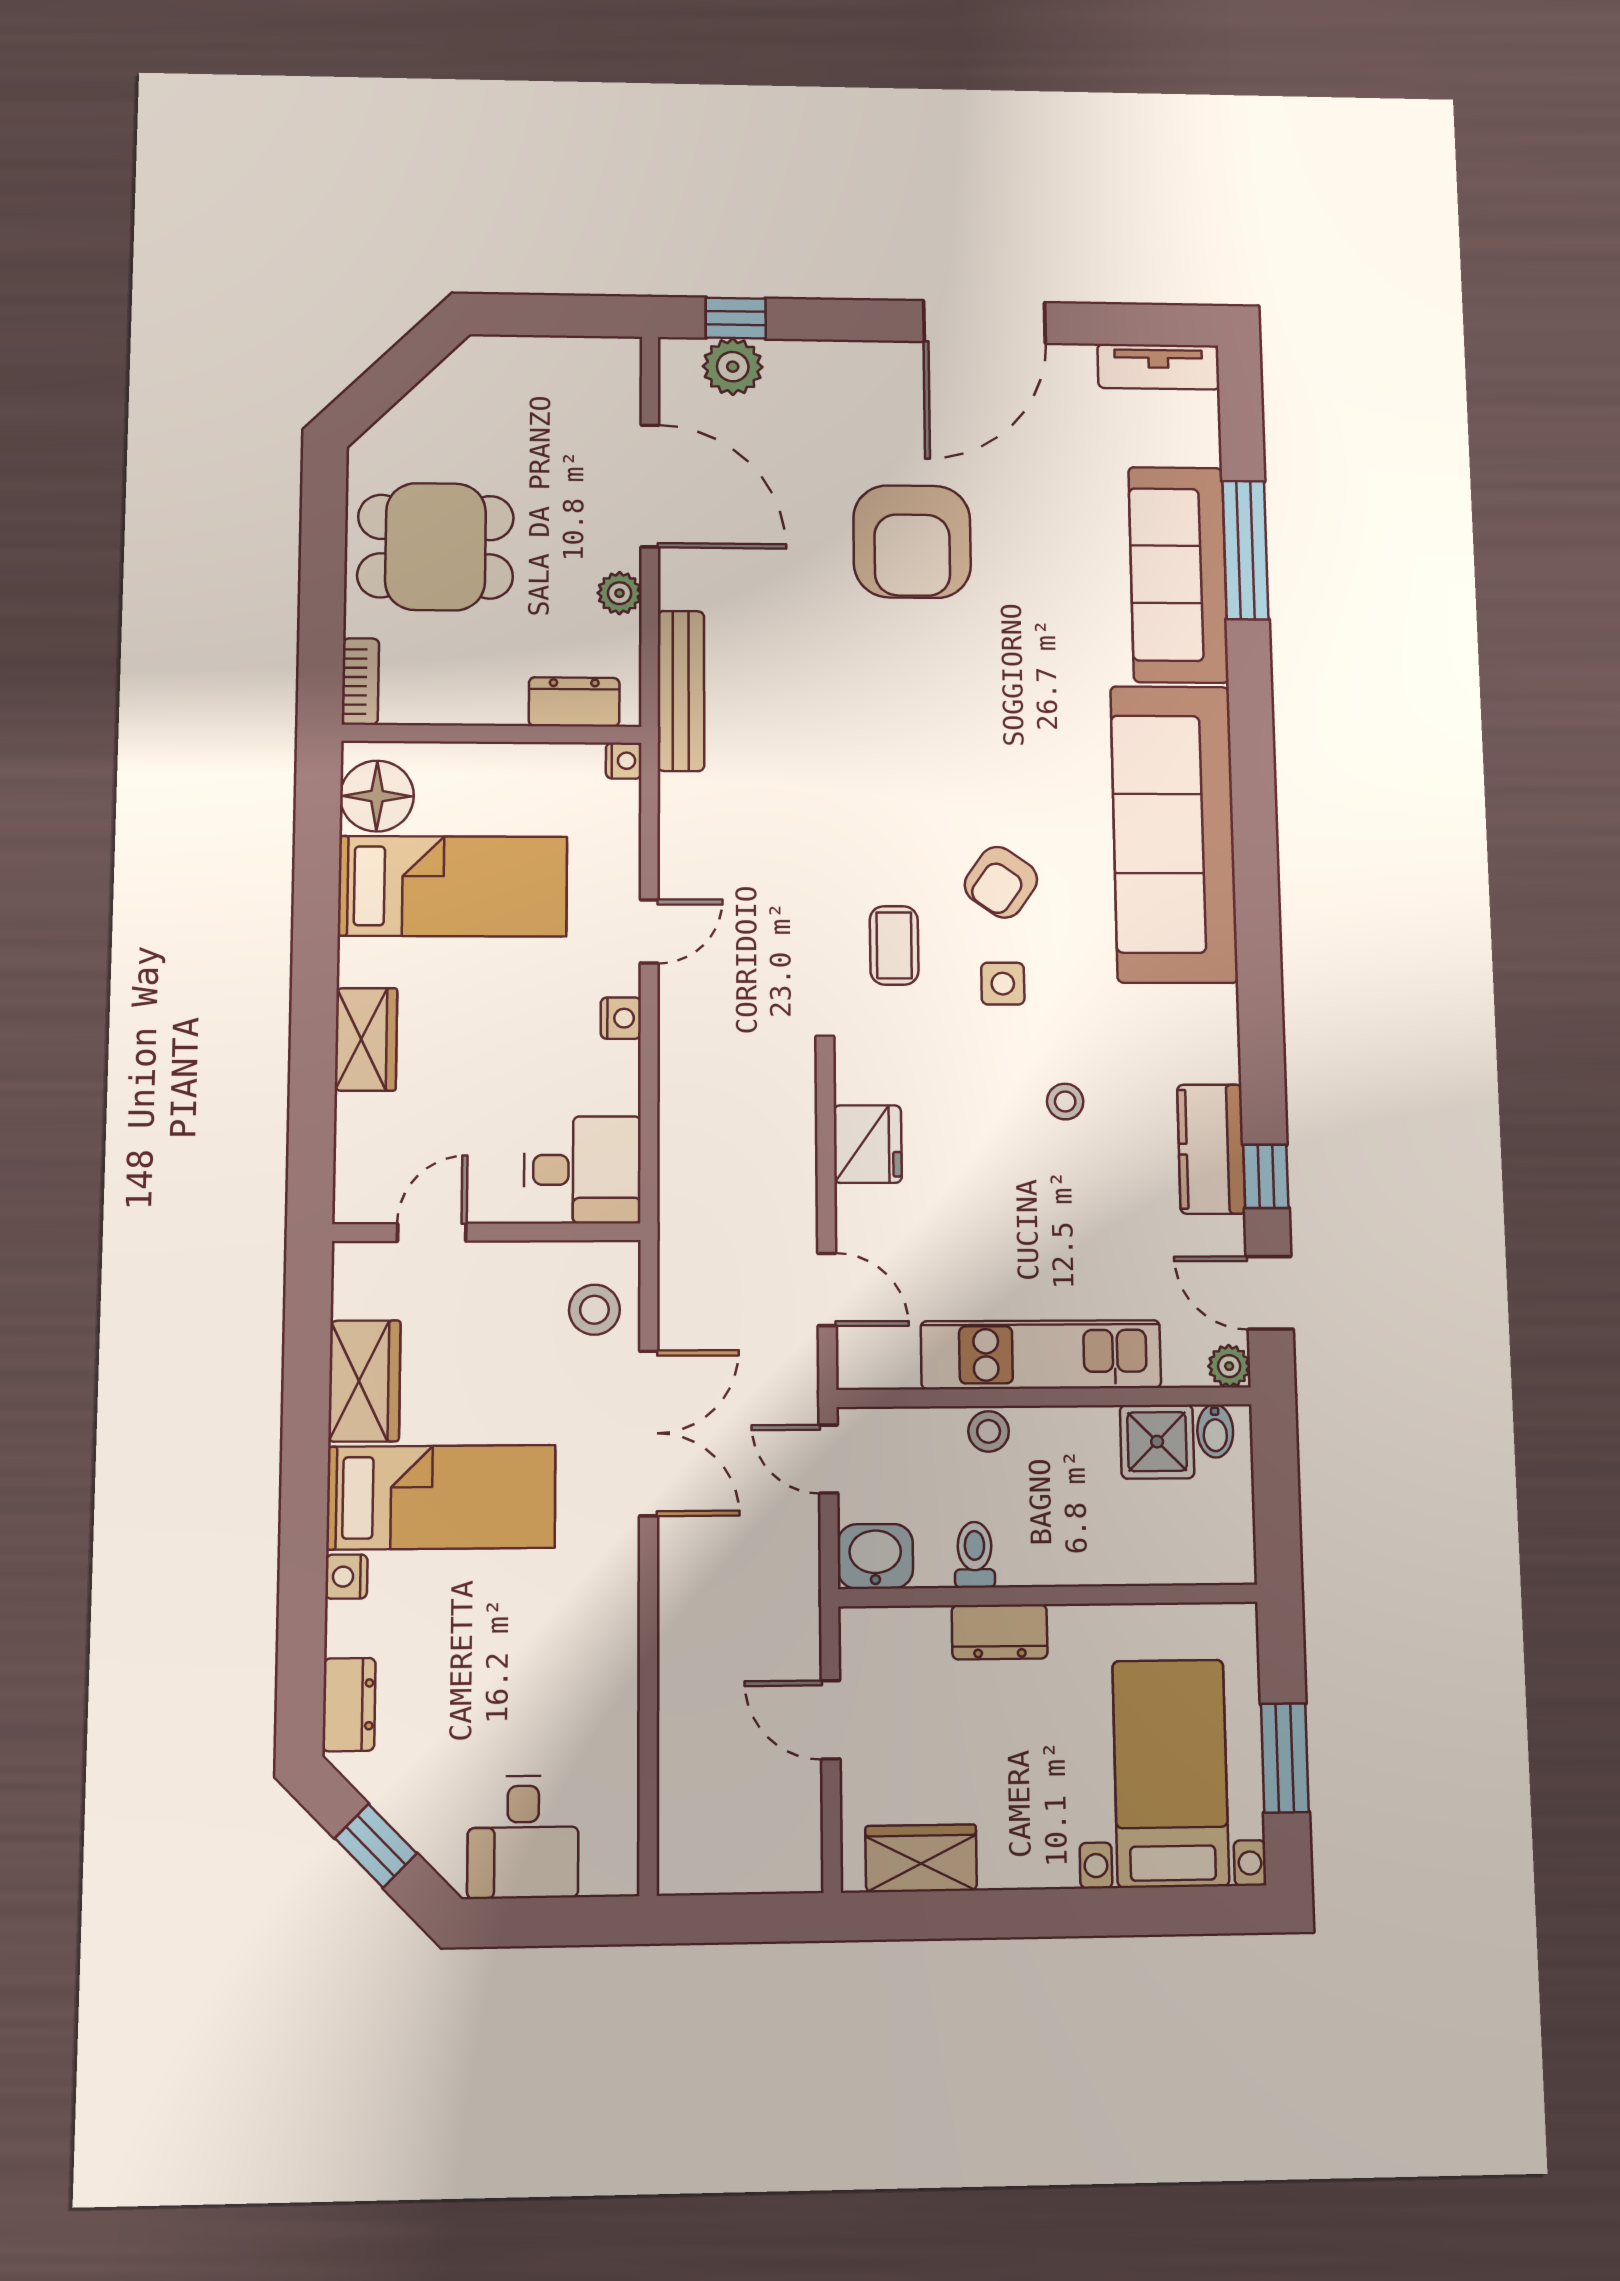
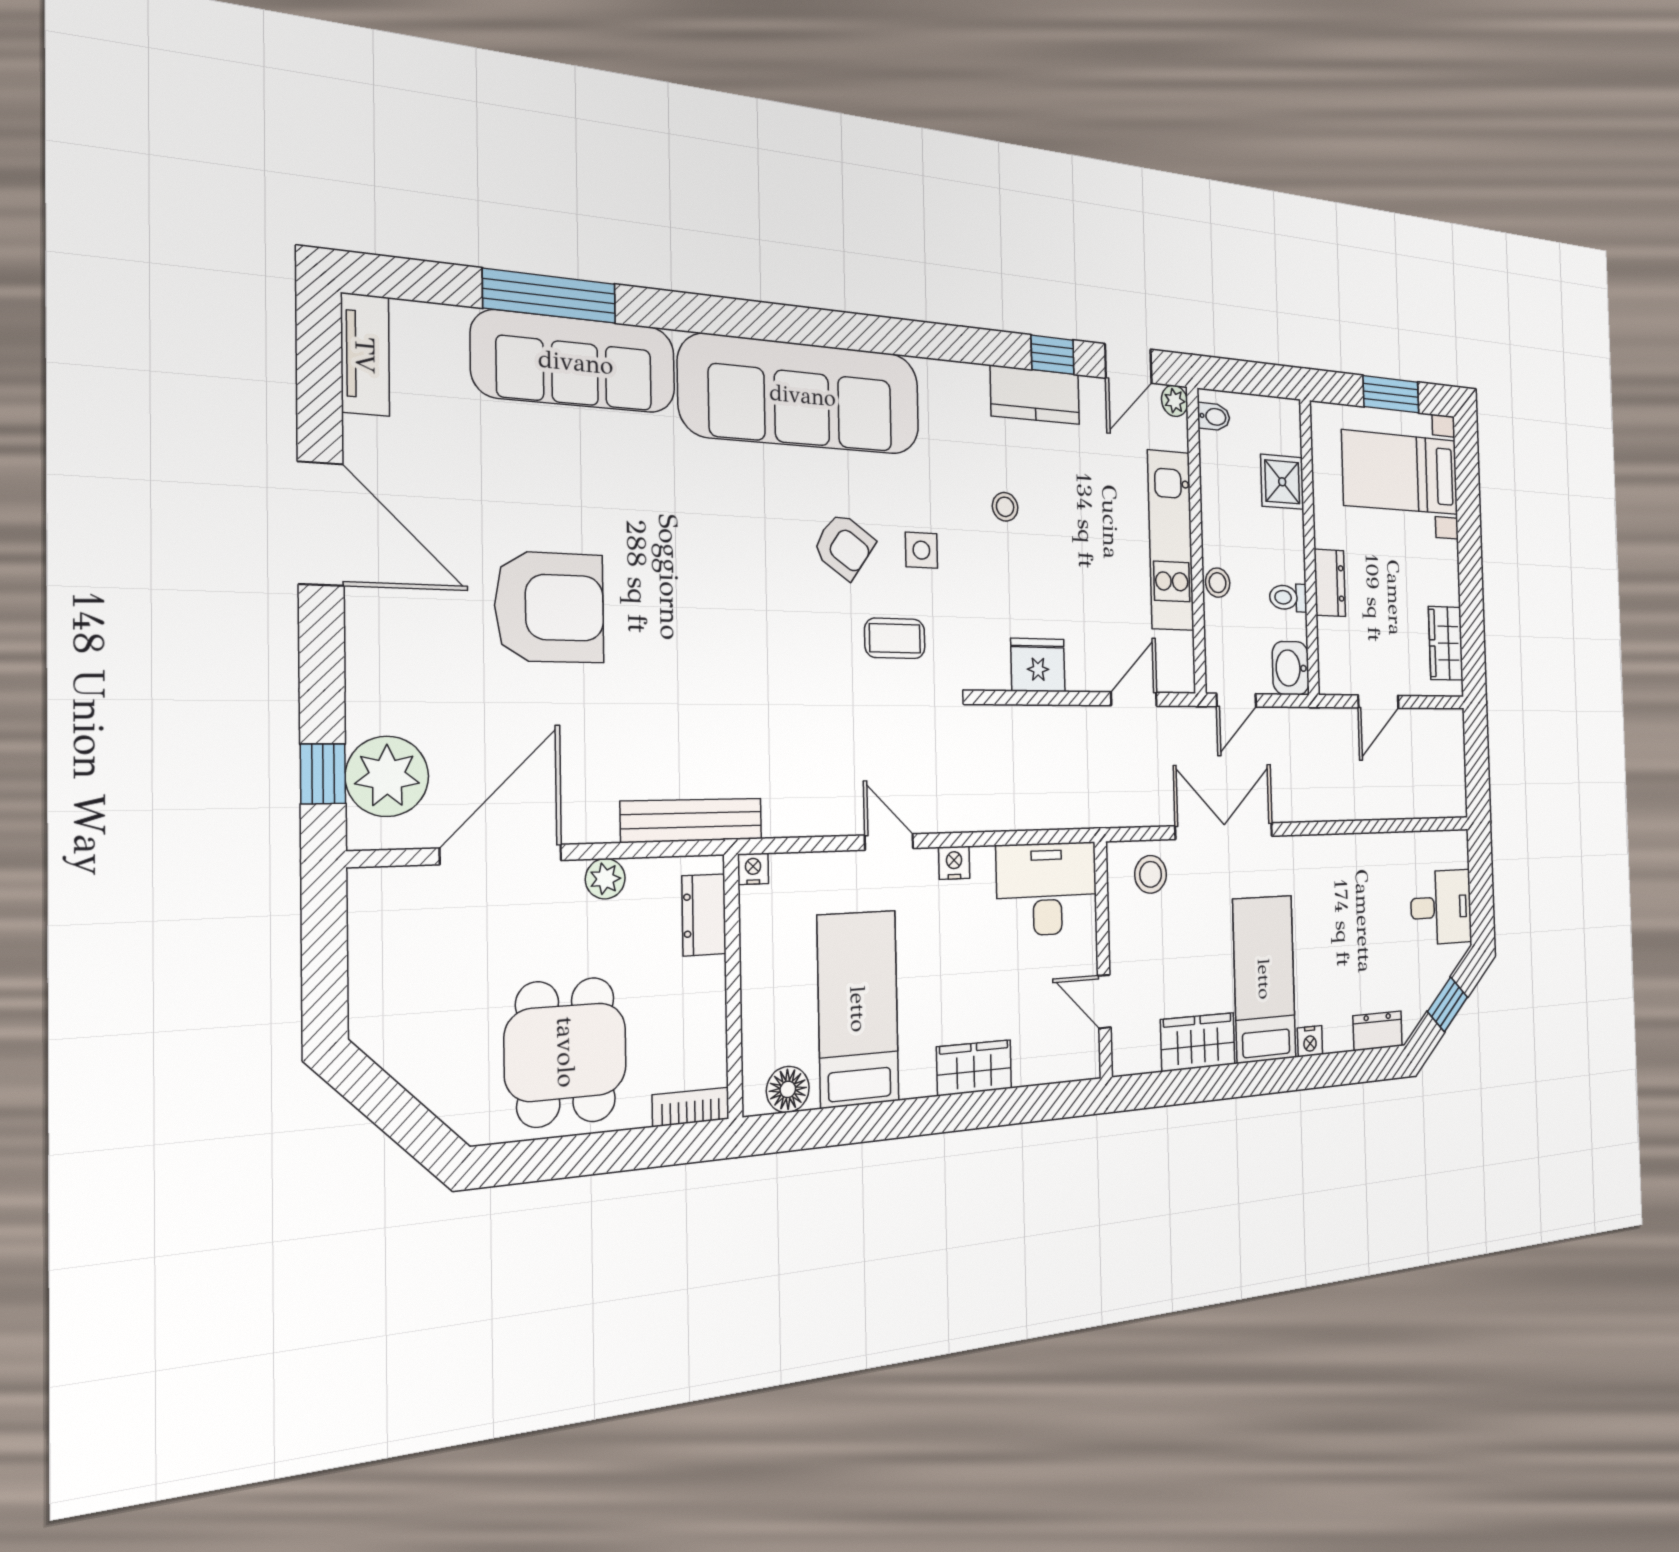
plant: (733, 367) -> (387, 776), width x1.36, depth x1.36
floor lamp: (377, 796) -> (788, 1089), width x0.73, depth x0.73
desk: (582, 1170) -> (1047, 889), width x1.37
shower: (1157, 1442) -> (1282, 482), moved

